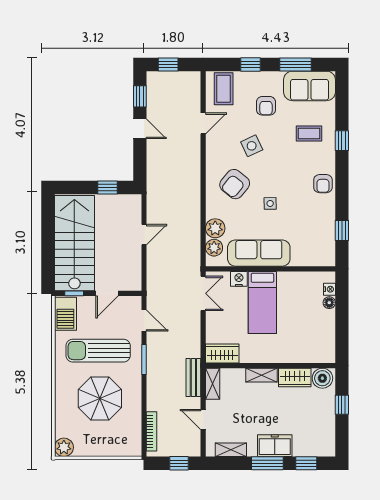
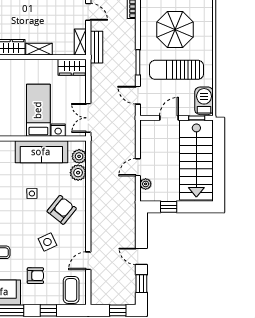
armchair: (266, 106) -> (35, 276), turned 90
plant: (135, 215) -> (146, 184), added
sun lounger: (98, 351) -> (176, 70), turned 180

